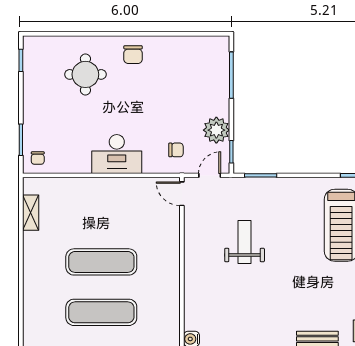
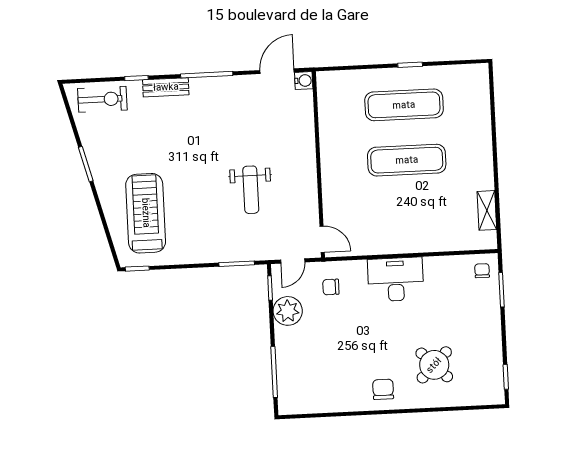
round table: (85, 74) -> (434, 365), turned 45

